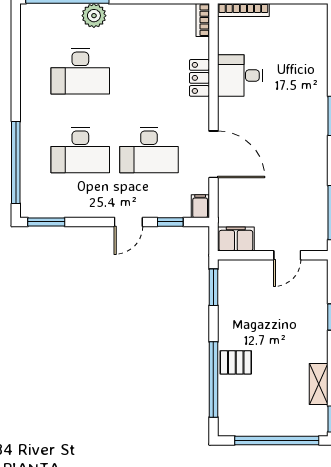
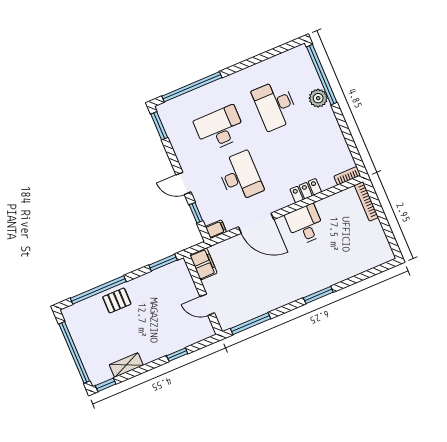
desk: (240, 76) -> (305, 225), moved
desk: (80, 150) -> (220, 128), turned 90
desk: (149, 150) -> (240, 177), turned 180
door: (213, 154) -> (256, 223), hinge flipped
pallet: (236, 362) -> (117, 300), turned 90

